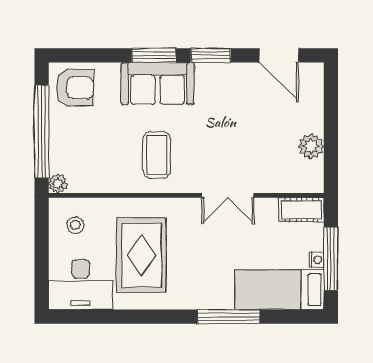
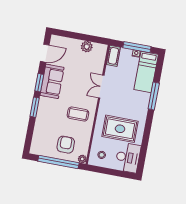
sofa: (158, 83) -> (52, 81), moved
armchair: (75, 88) -> (66, 145), moved
double door: (228, 195) -> (101, 87), swing flipped

